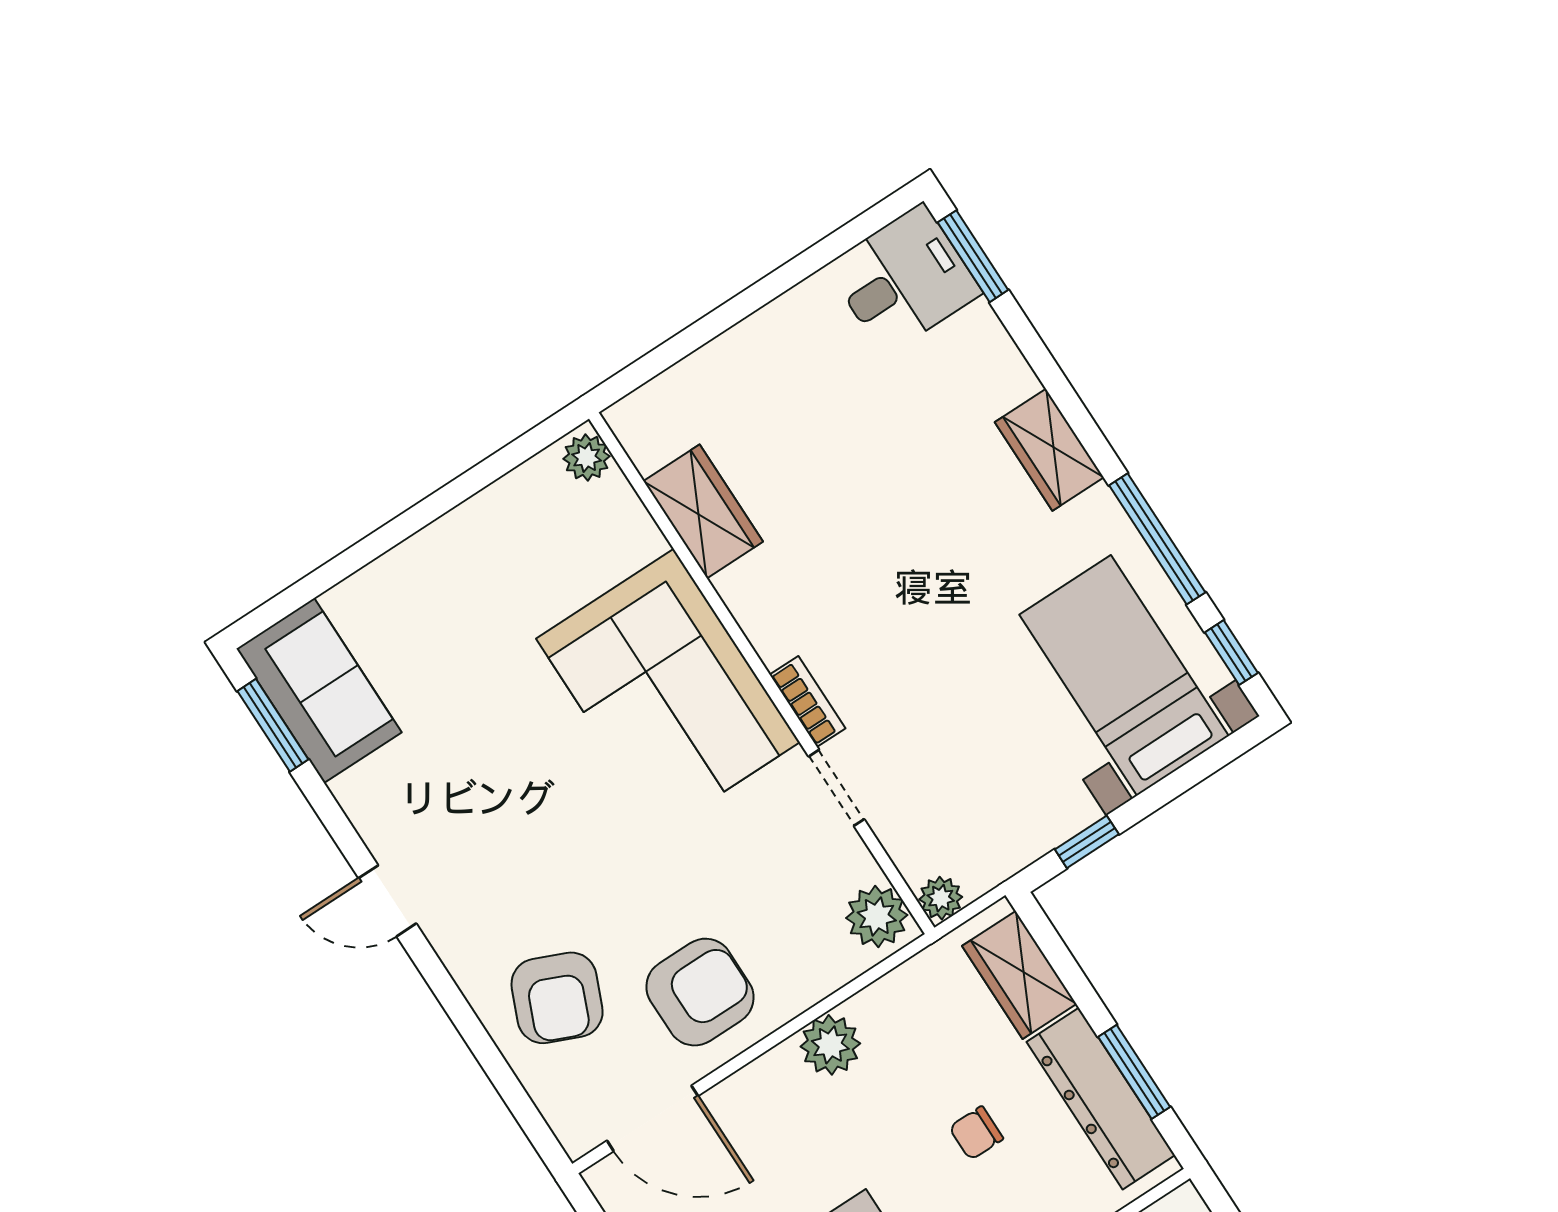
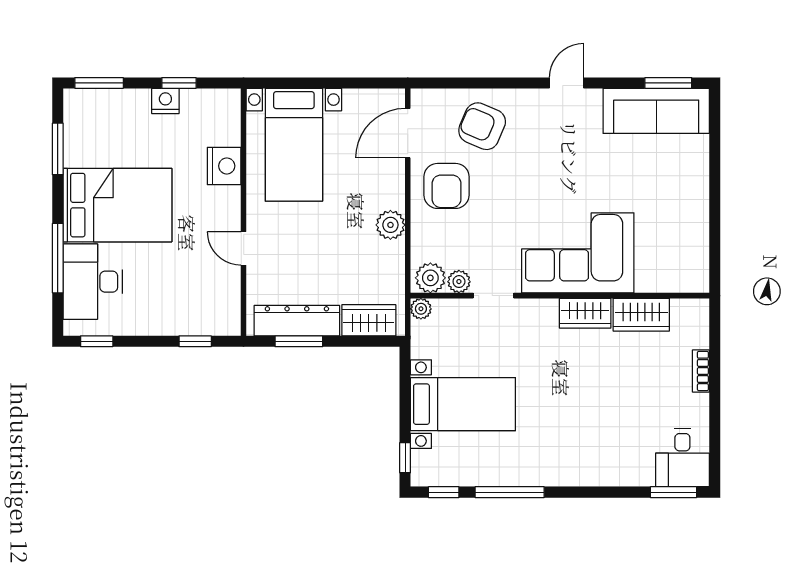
wardrobe: (1049, 450) -> (585, 313), moved, turned 180
plant: (587, 458) -> (459, 282), moved
bed with nightstands: (1124, 675) -> (463, 404), moved
sofa: (319, 691) -> (656, 111), width x1.36
bookcase: (807, 702) -> (701, 371), moved, turned 90
window: (1087, 842) -> (405, 458), moved
chair: (976, 1133) -> (316, 261), removed

